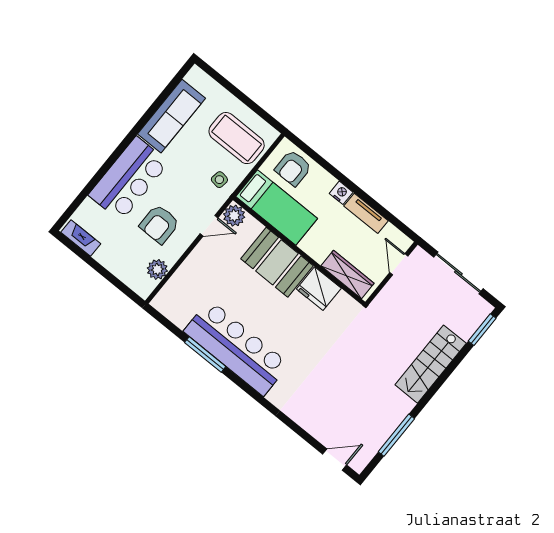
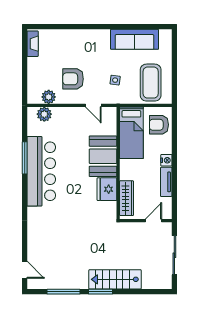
bar counter: (129, 179) -> (84, 44), removed
side table: (219, 180) -> (115, 80), moved
plant: (234, 216) -> (44, 114), moved
window: (482, 330) -> (101, 292), moved

